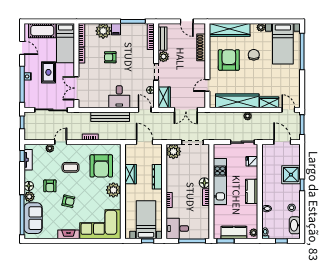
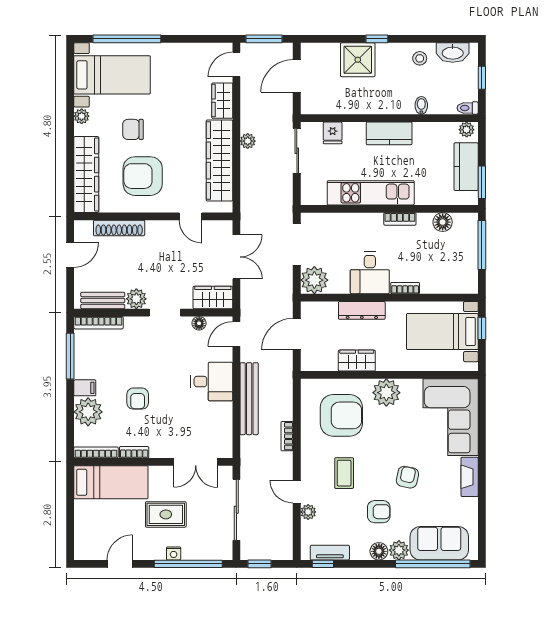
cot: (42, 31) -> (88, 526), removed
floor lamp: (204, 183) -> (443, 222), moved
desk: (177, 228) -> (370, 273), moved

